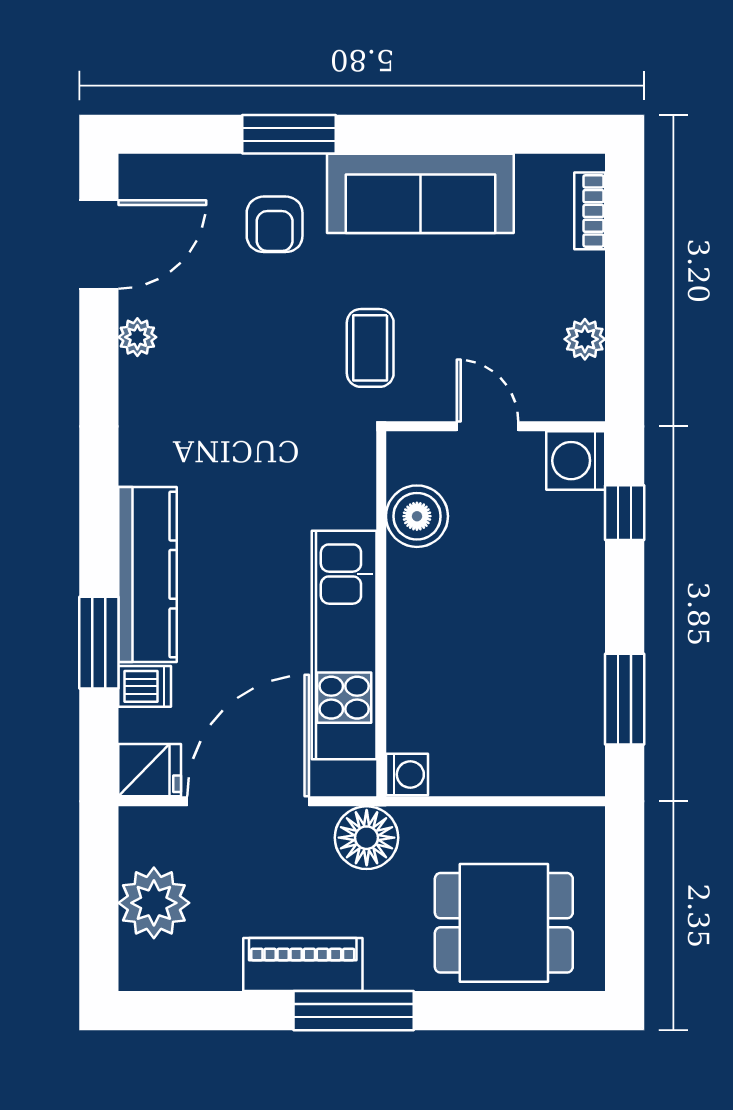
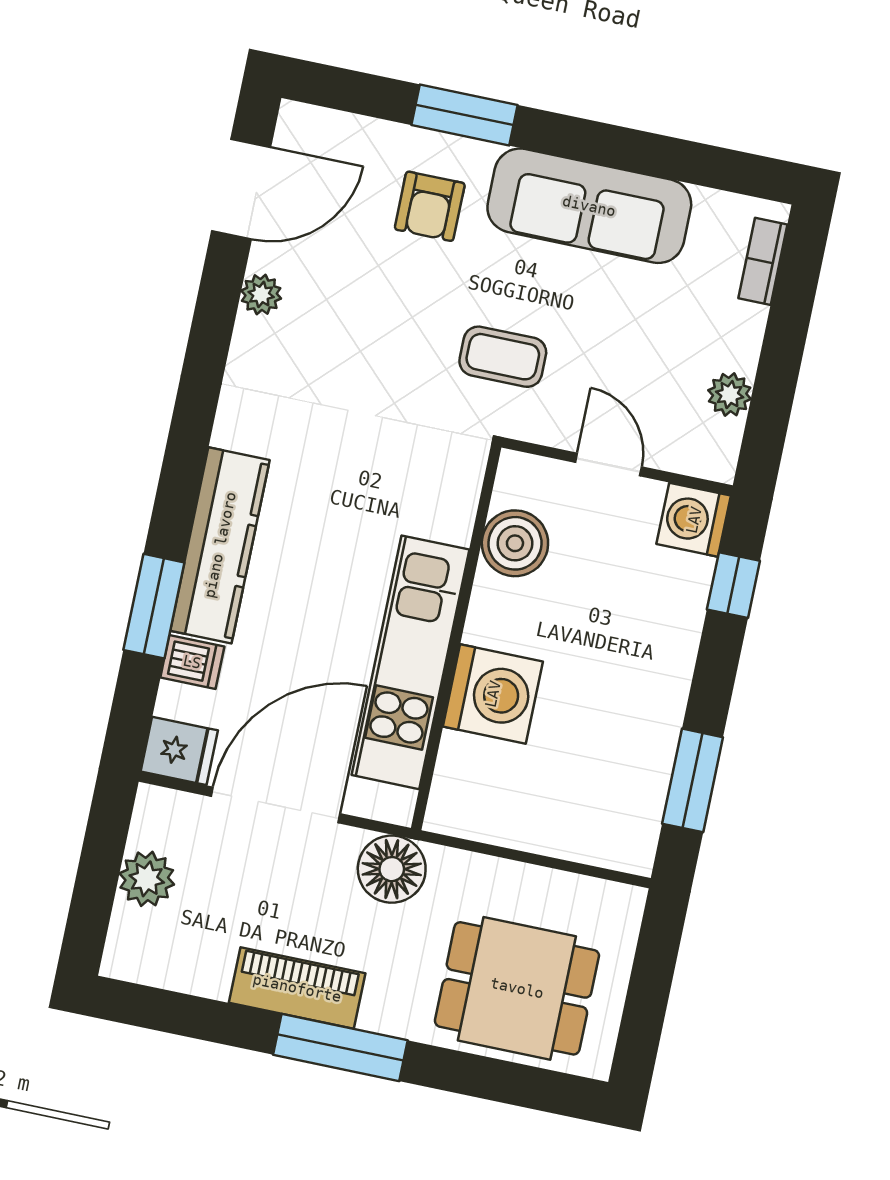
coffee table: (370, 348) -> (503, 357), turned 90
washing machine: (407, 774) -> (493, 694), moved, width x1.89, depth x1.89
plant: (154, 903) -> (147, 879), width x0.73, depth x0.73

